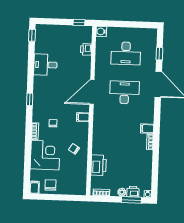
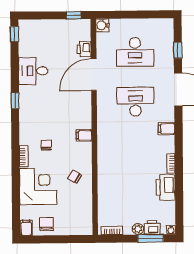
door: (92, 92) -> (94, 75), moved
window: (30, 99) -> (15, 101), moved
filing cabinet: (147, 129) -> (166, 129), moved
printer: (99, 165) -> (166, 187), moved, turned 180

